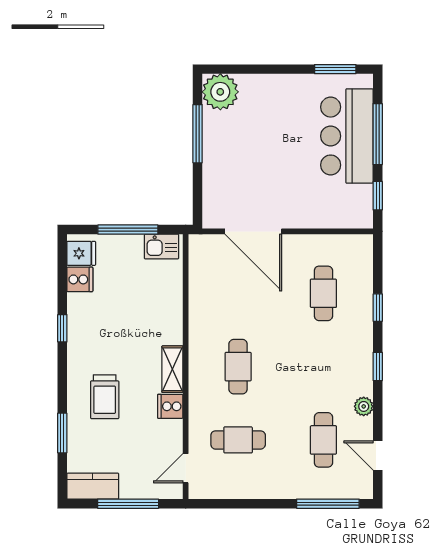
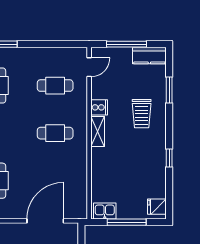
door: (253, 231) -> (45, 221), hinge flipped
cooker: (80, 279) -> (158, 190), removed
cafe table: (238, 367) -> (55, 133), turned 90
trolley: (105, 397) -> (142, 114), turned 180

